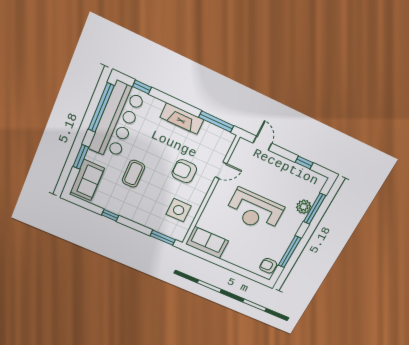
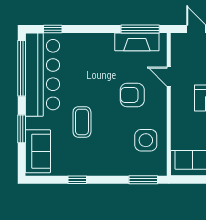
fireplace: (182, 119) -> (137, 42), moved
door: (221, 170) -> (169, 77), swing flipped

